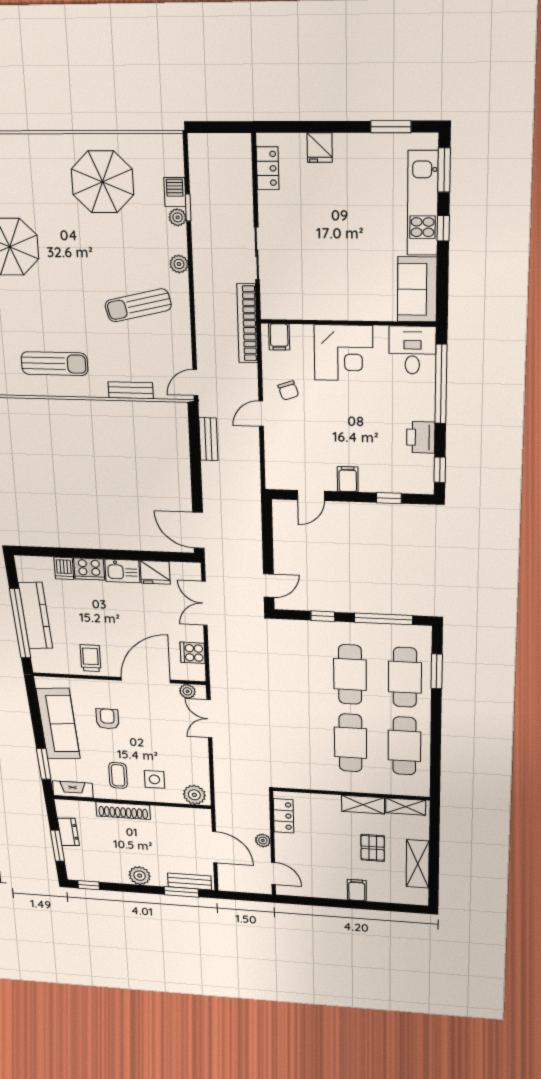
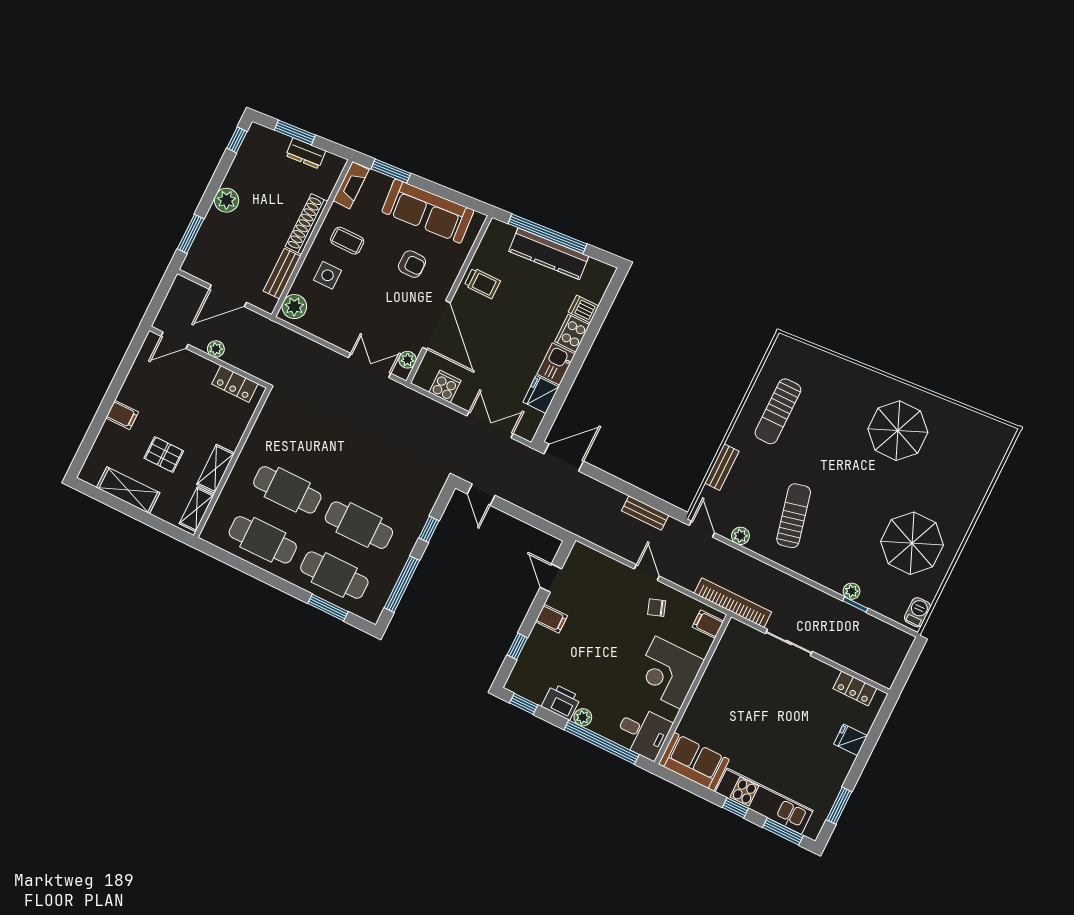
barbecue: (175, 192) -> (917, 612), moved, turned -90
plant: (179, 264) -> (740, 536), moved
plant: (426, 411) -> (583, 717), added
bench: (190, 881) -> (282, 274), moved

